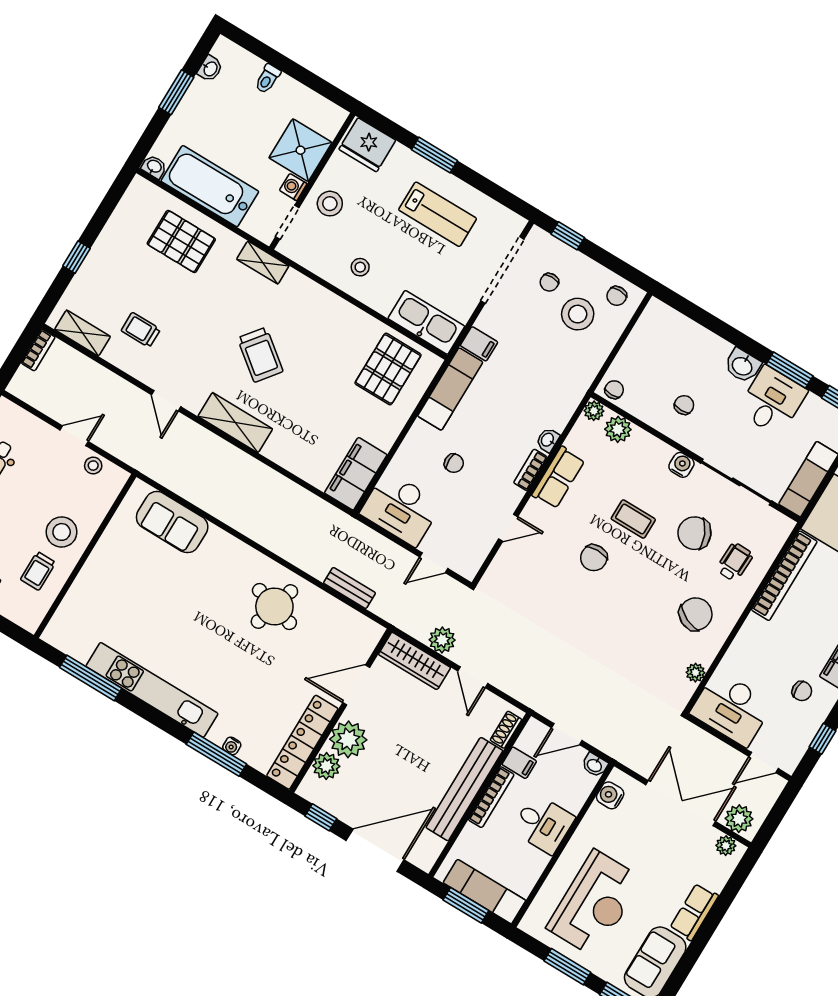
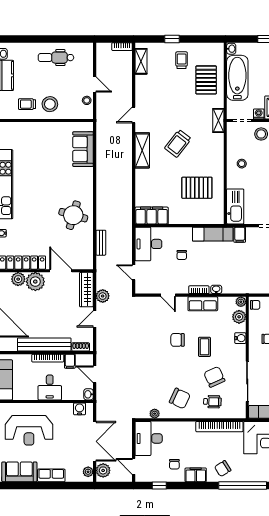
trolley: (141, 330) -> (182, 60), moved
pallet: (388, 369) -> (197, 188), moved
water cooler: (681, 465) -> (240, 338), moved

